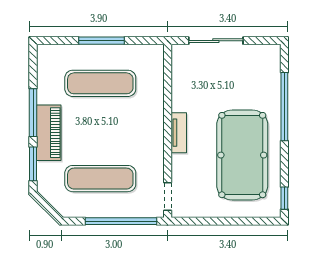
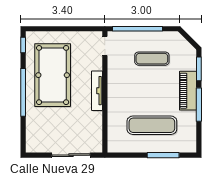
window: (101, 41) -> (163, 155), moved
window: (284, 107) -> (23, 92), moved
tv unit: (179, 133) -> (97, 91), width x1.41
exercise mat: (100, 179) -> (152, 59), width x0.73, depth x0.69

